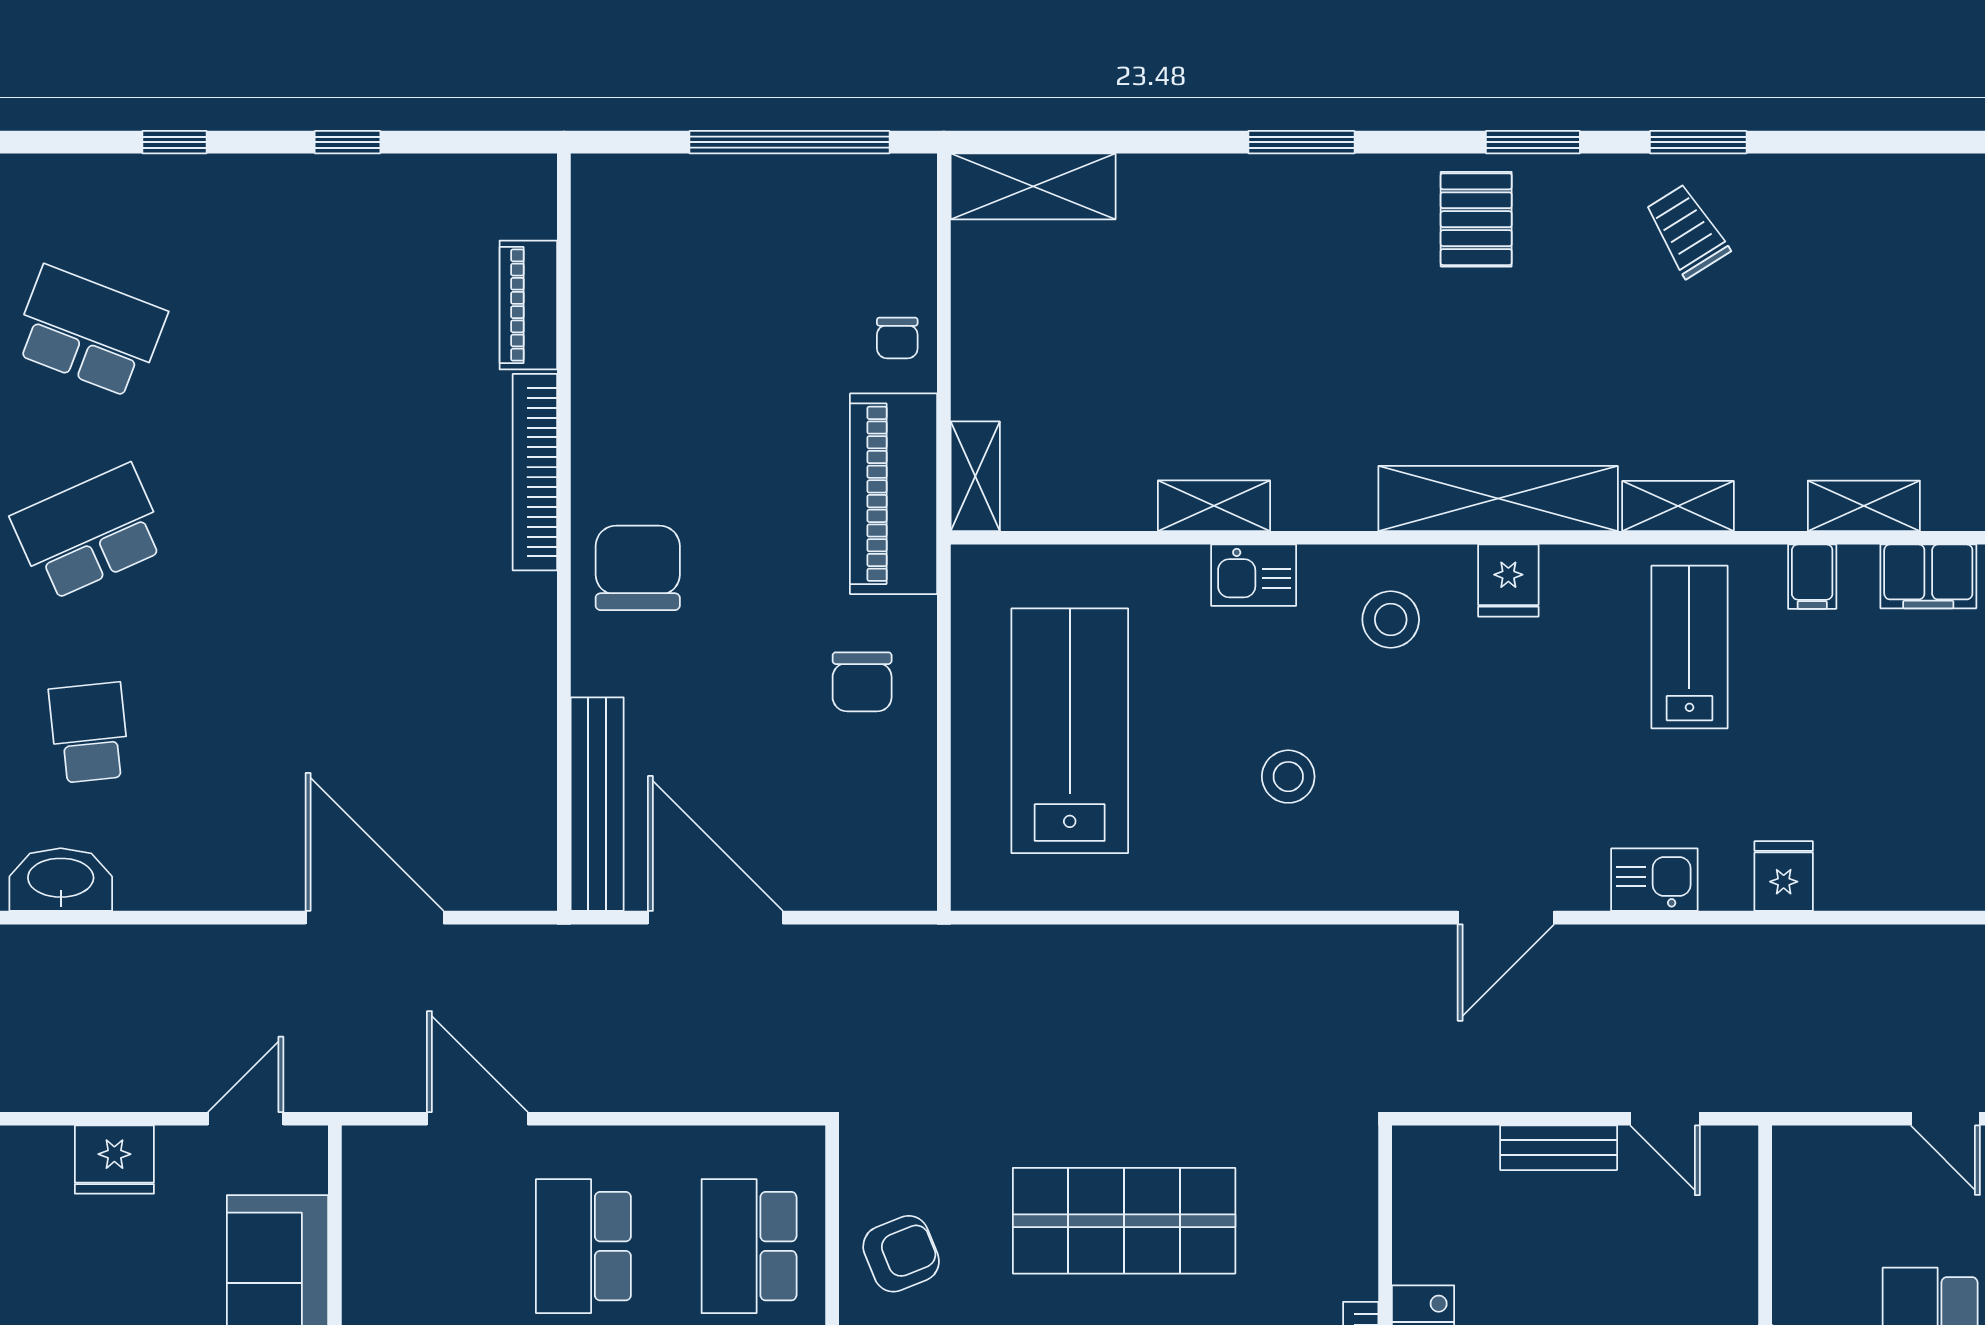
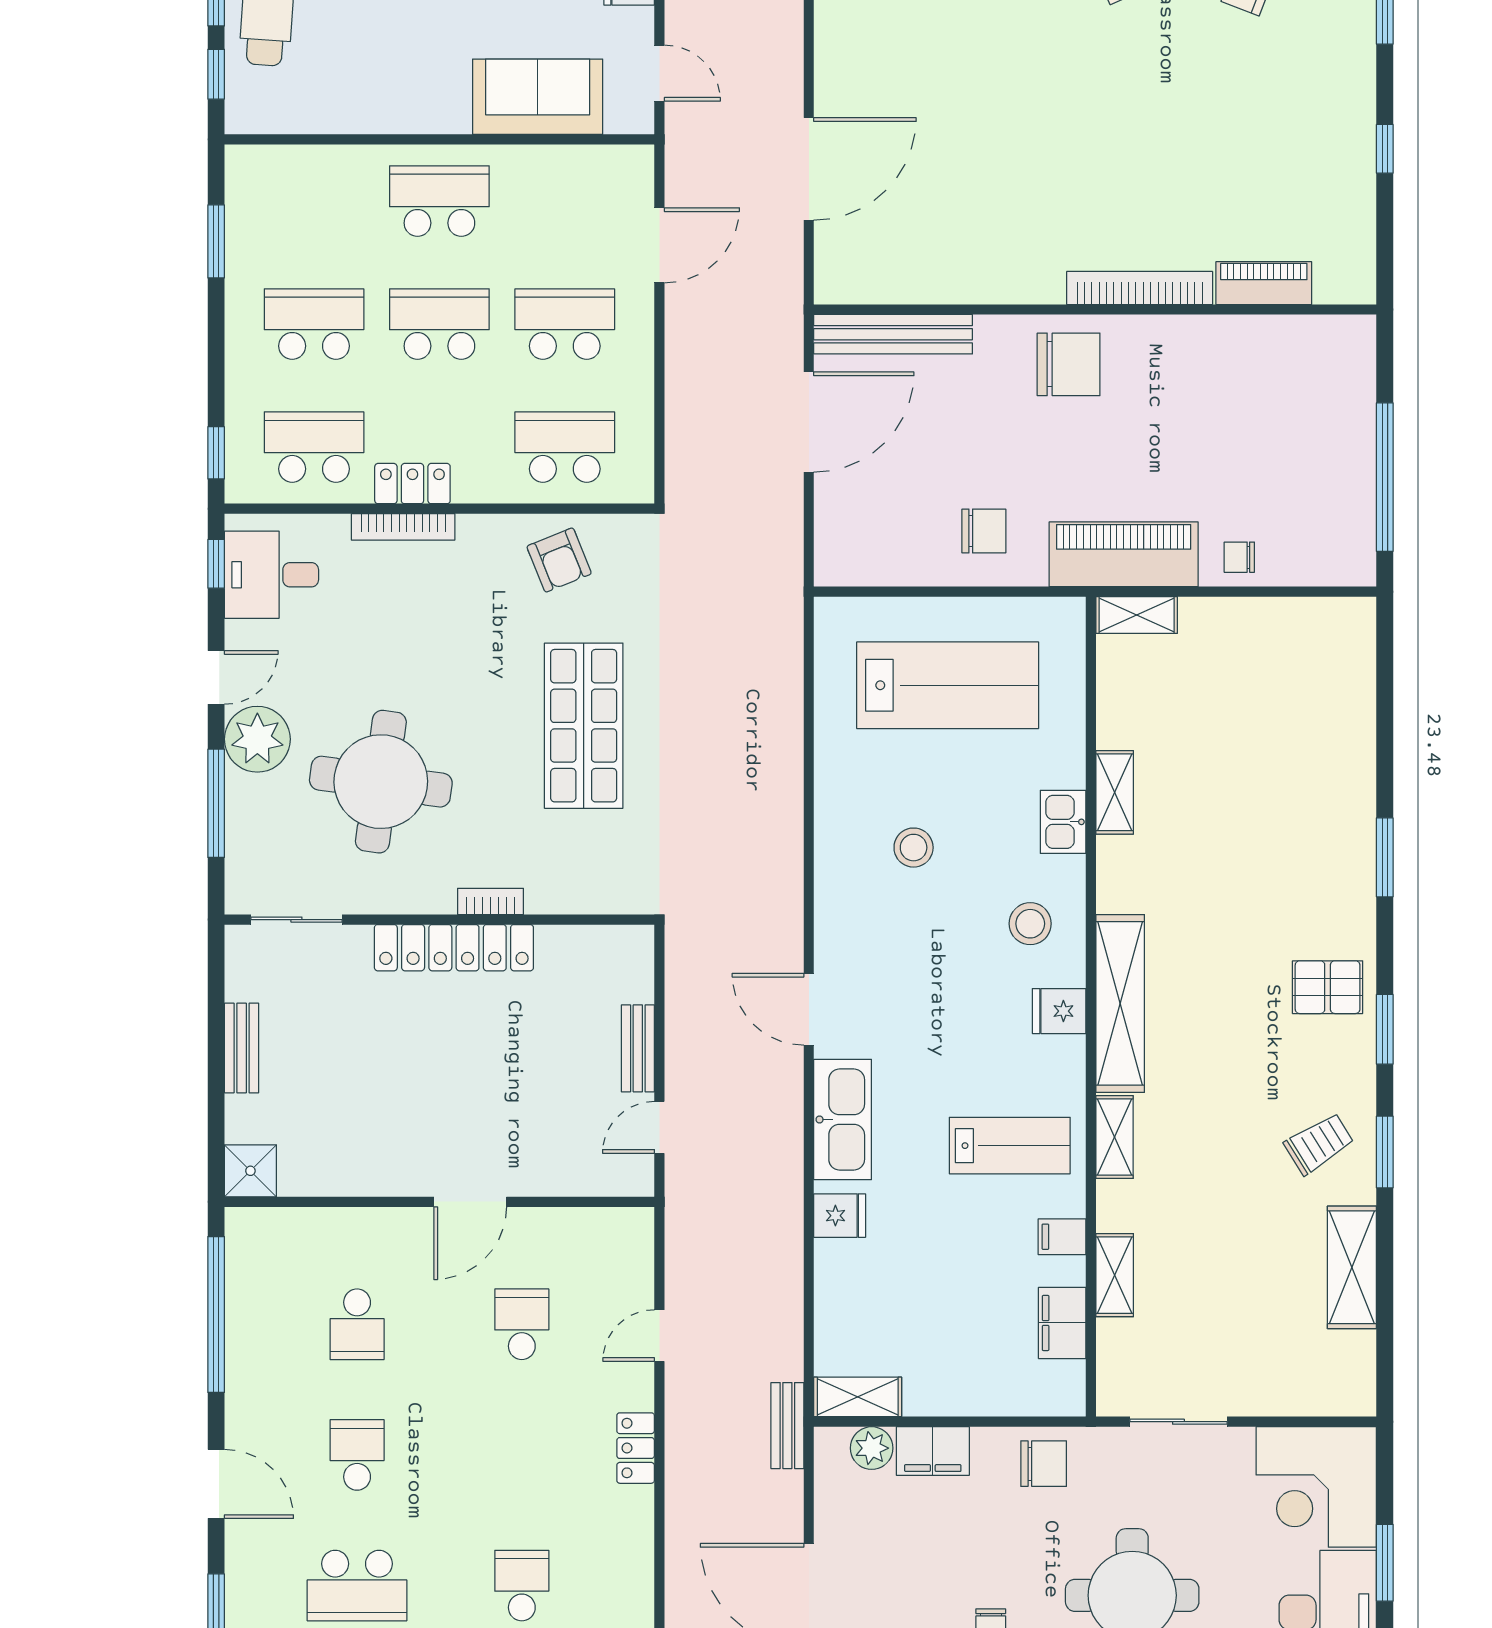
shelving: (1033, 186) -> (1352, 1267), moved
chair: (862, 682) -> (984, 531), turned 180
kitchen sink: (1654, 880) -> (843, 1119), width x1.88, depth x1.24

